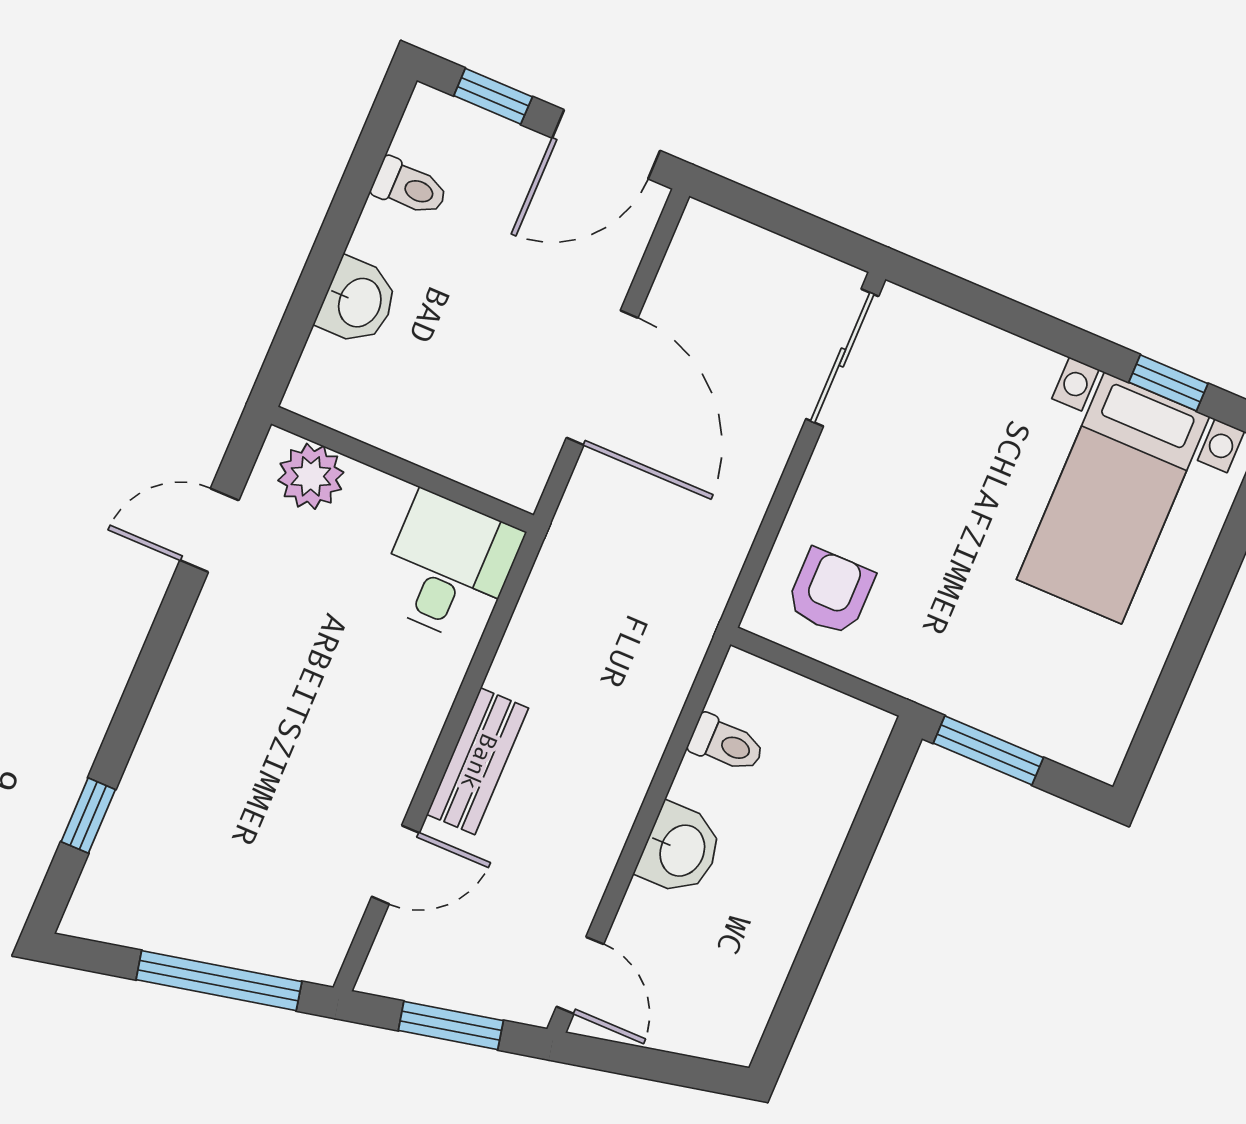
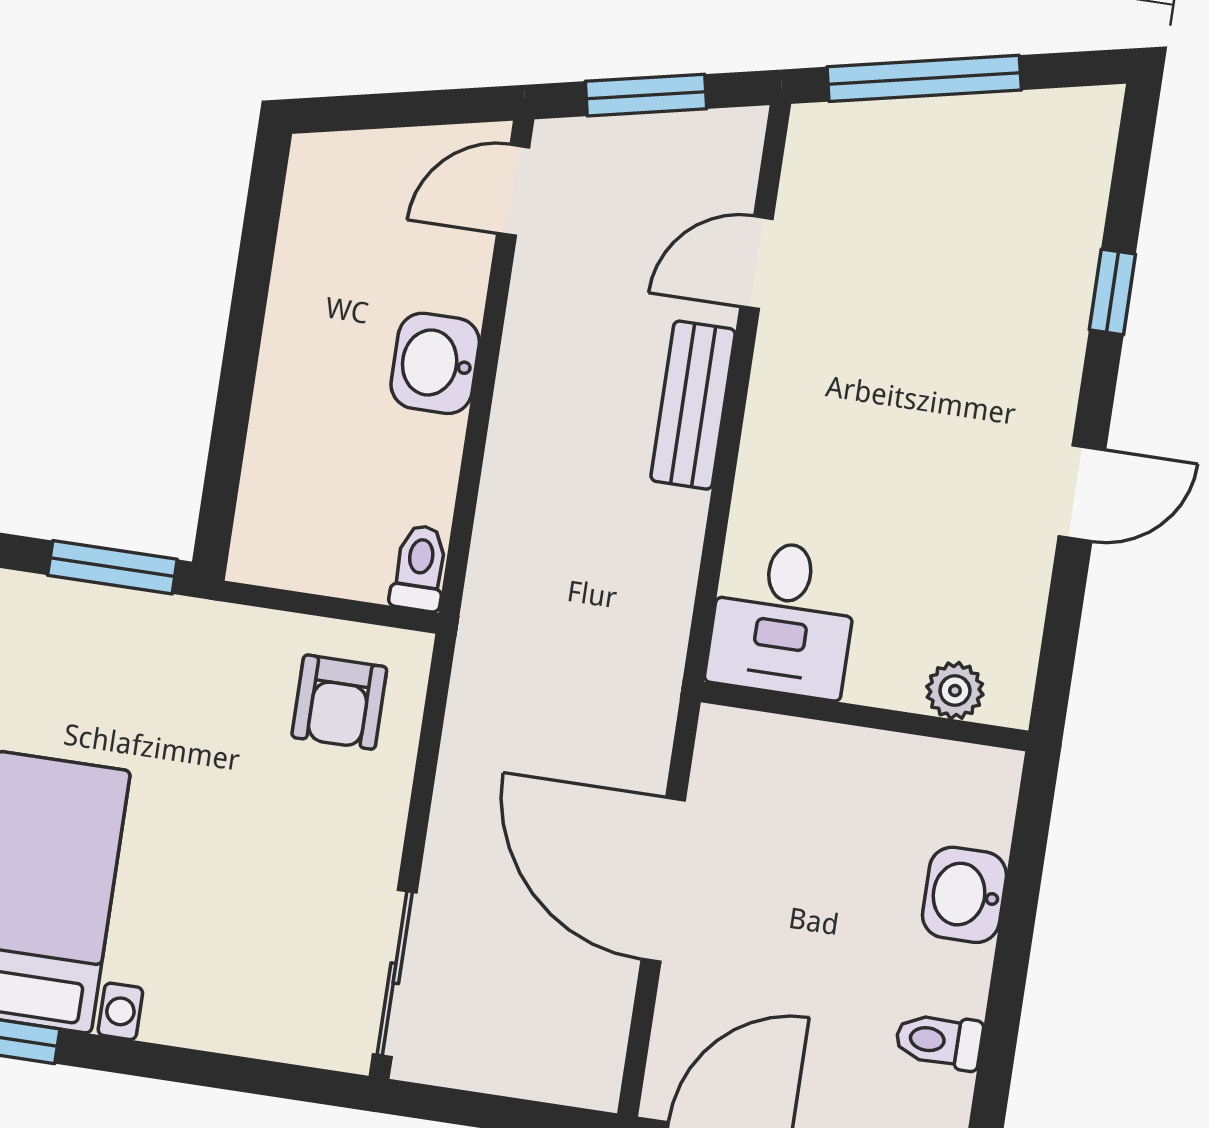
plant: (311, 476) -> (955, 691), width x0.73, depth x0.73
door: (209, 530) -> (1082, 493), moved
toilet: (726, 744) -> (419, 568), moved, turned 90
window: (88, 816) -> (1112, 292), moved
door: (580, 975) -> (513, 190), hinge flipped

